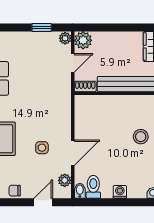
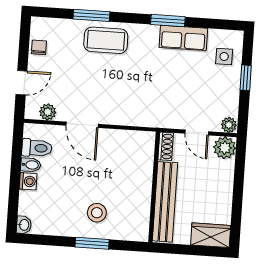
window: (42, 28) -> (246, 78), moved
side table: (42, 148) -> (224, 57), moved
bidet: (80, 191) -> (31, 165), moved
door: (43, 202) -> (21, 83), hinge flipped

